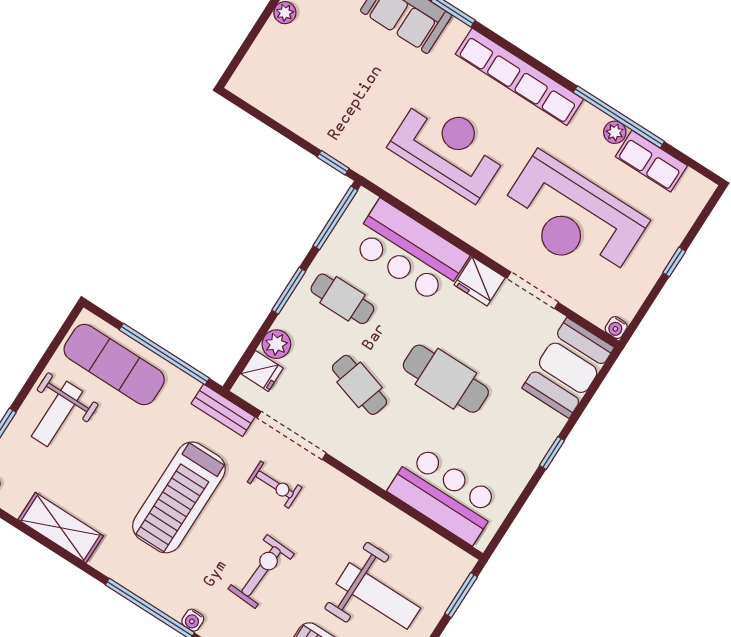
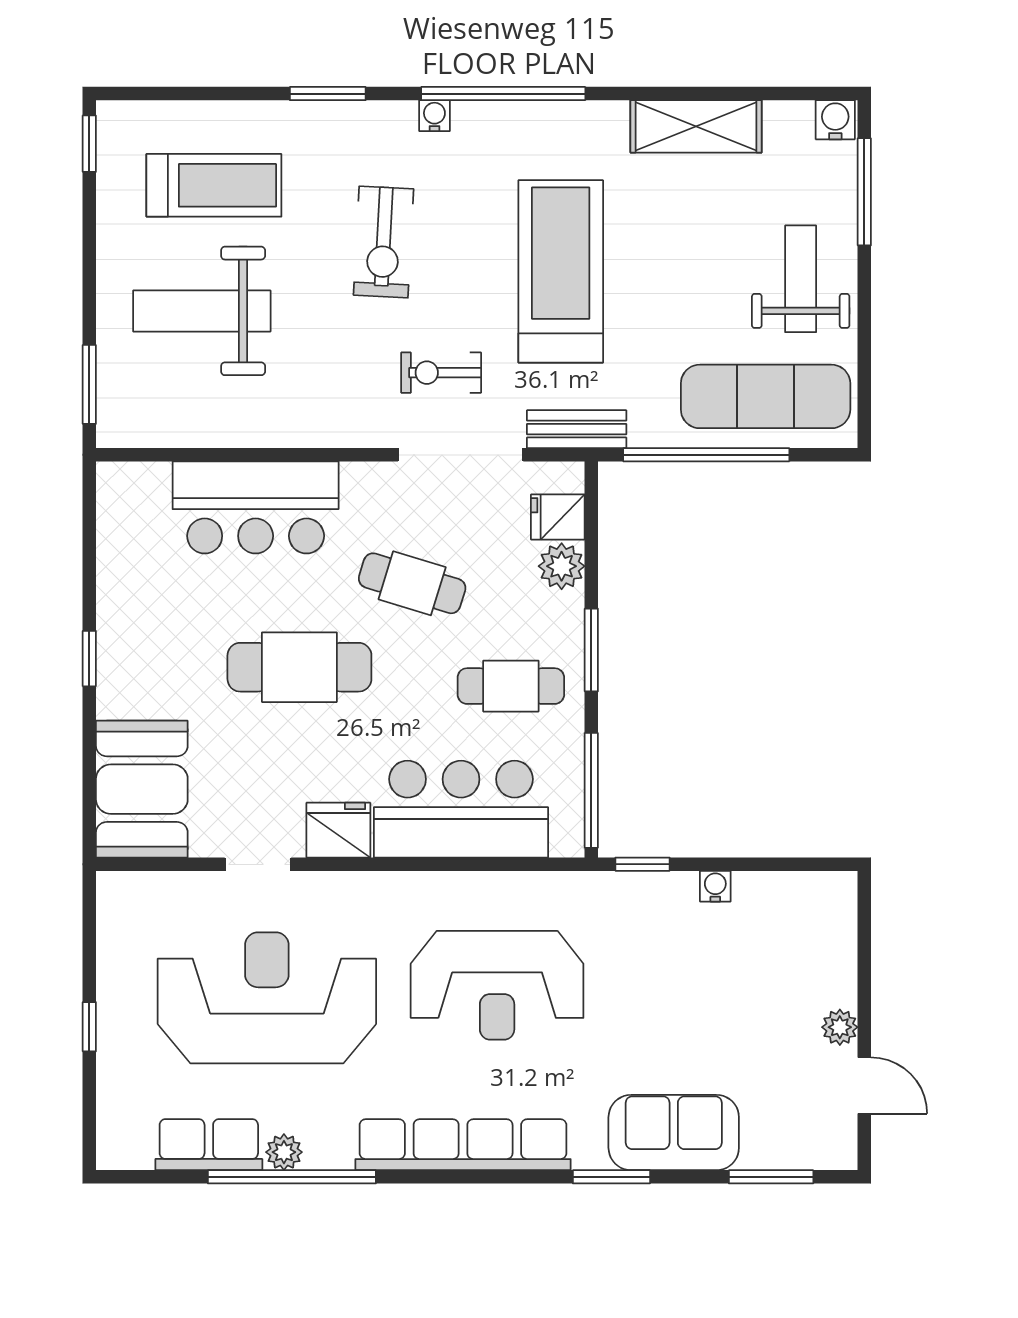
doorway: (533, 290) -> (258, 864), width x0.73
water cooler: (616, 328) -> (715, 886), moved
bar counter: (445, 495) -> (256, 507), moved

